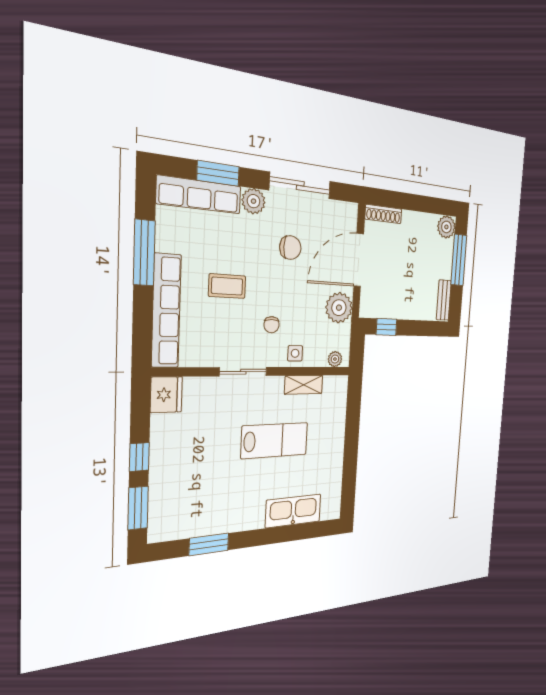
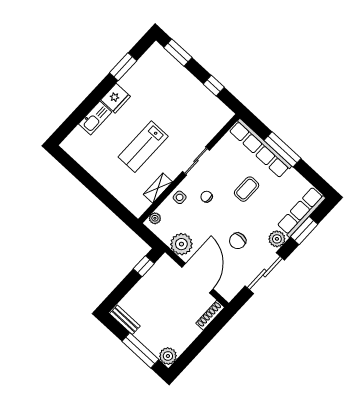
window: (144, 253) -> (282, 149), moved
fridge: (166, 395) -> (116, 98), moved, turned -90
window: (139, 457) -> (214, 86), moved
kitchen sink: (293, 511) -> (95, 118), width x0.73, depth x0.81

